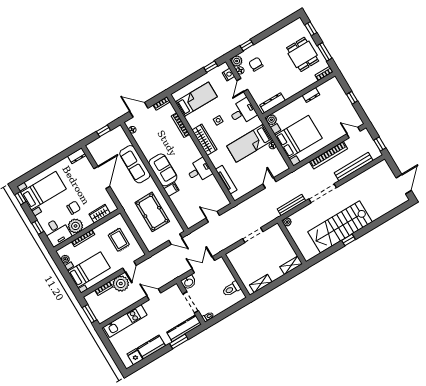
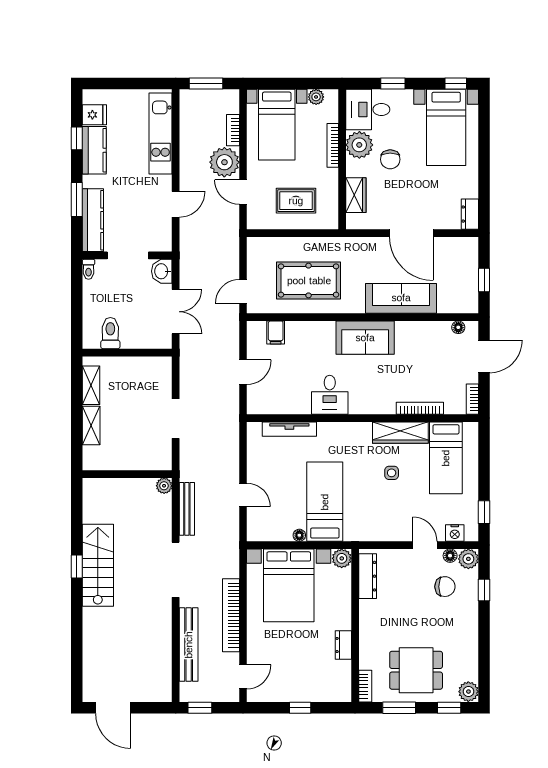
plant: (298, 24) -> (468, 692), added
desk: (243, 112) -> (382, 520), removed
wardrobe: (204, 140) -> (400, 433), moved
filing cabinet: (171, 190) -> (276, 332), moved
stairs: (340, 227) -> (98, 565), width x0.73, depth x0.66
shelving: (291, 265) -> (91, 426), moved
window: (151, 358) -> (77, 138), added

